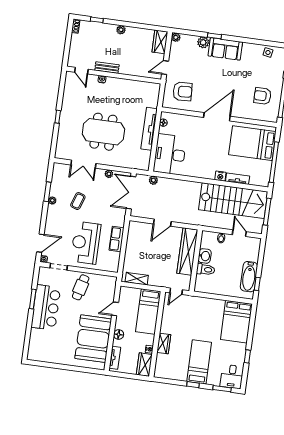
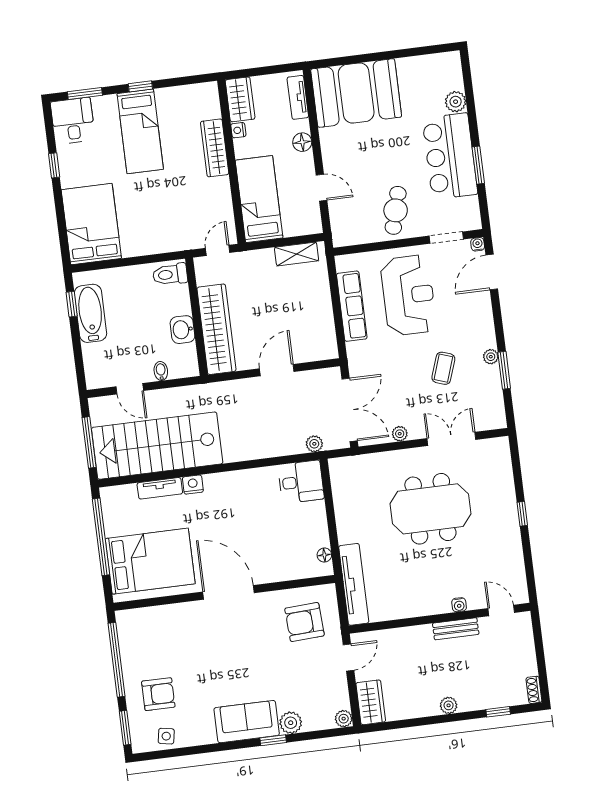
armchair: (263, 96) -> (158, 694), moved
door: (217, 117) -> (229, 592), swing flipped
tv unit: (149, 129) -> (354, 584), moved
desk: (170, 154) -> (301, 482), width x0.53, depth x0.77
row of seats: (117, 239) -> (352, 306), width x1.48
toilet: (206, 269) -> (170, 274), moved
door: (115, 309) -> (322, 188), hinge flipped
plant: (36, 334) -> (456, 102), added
booth: (93, 339) -> (356, 93), moved, turned 90
wardrobe: (164, 343) -> (215, 148), width x1.50

